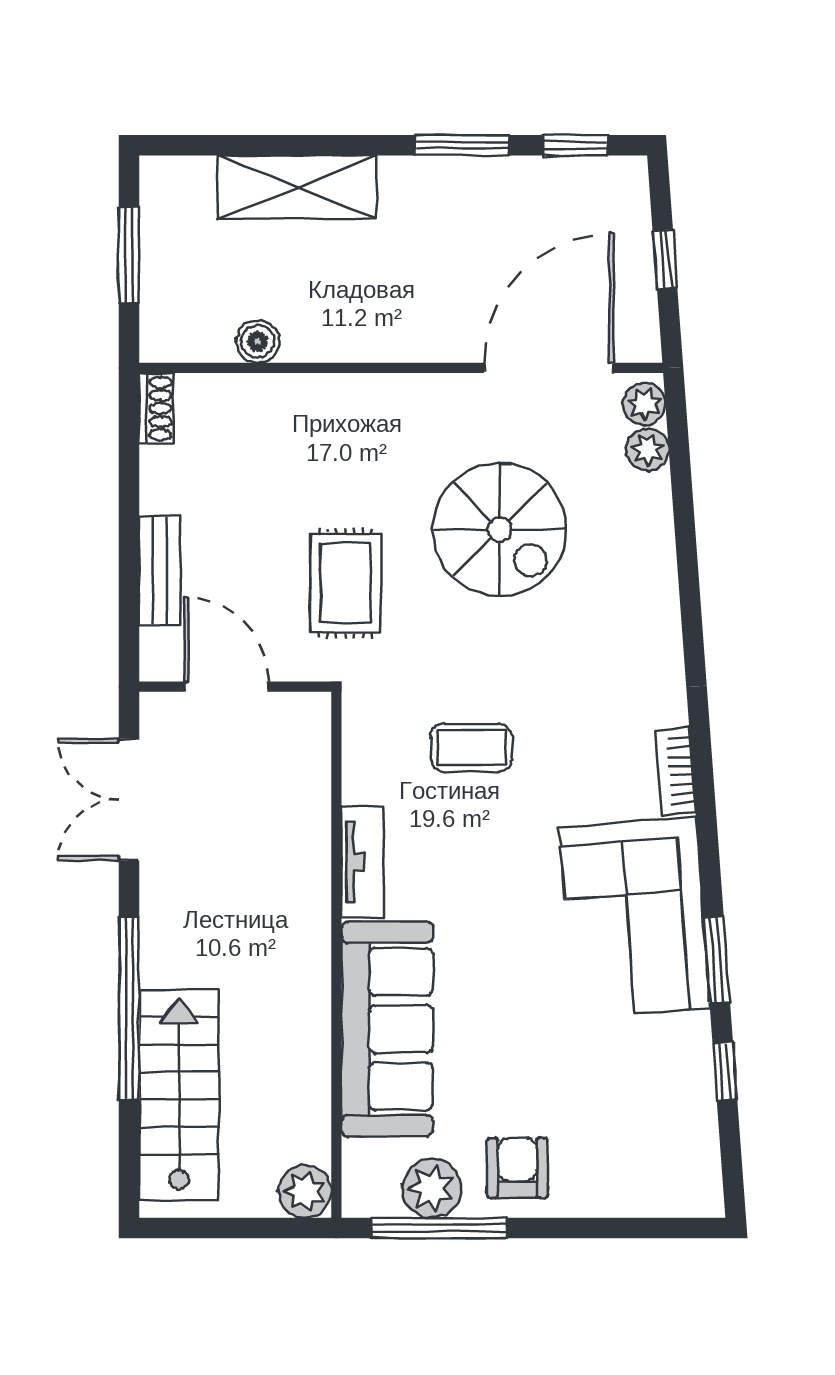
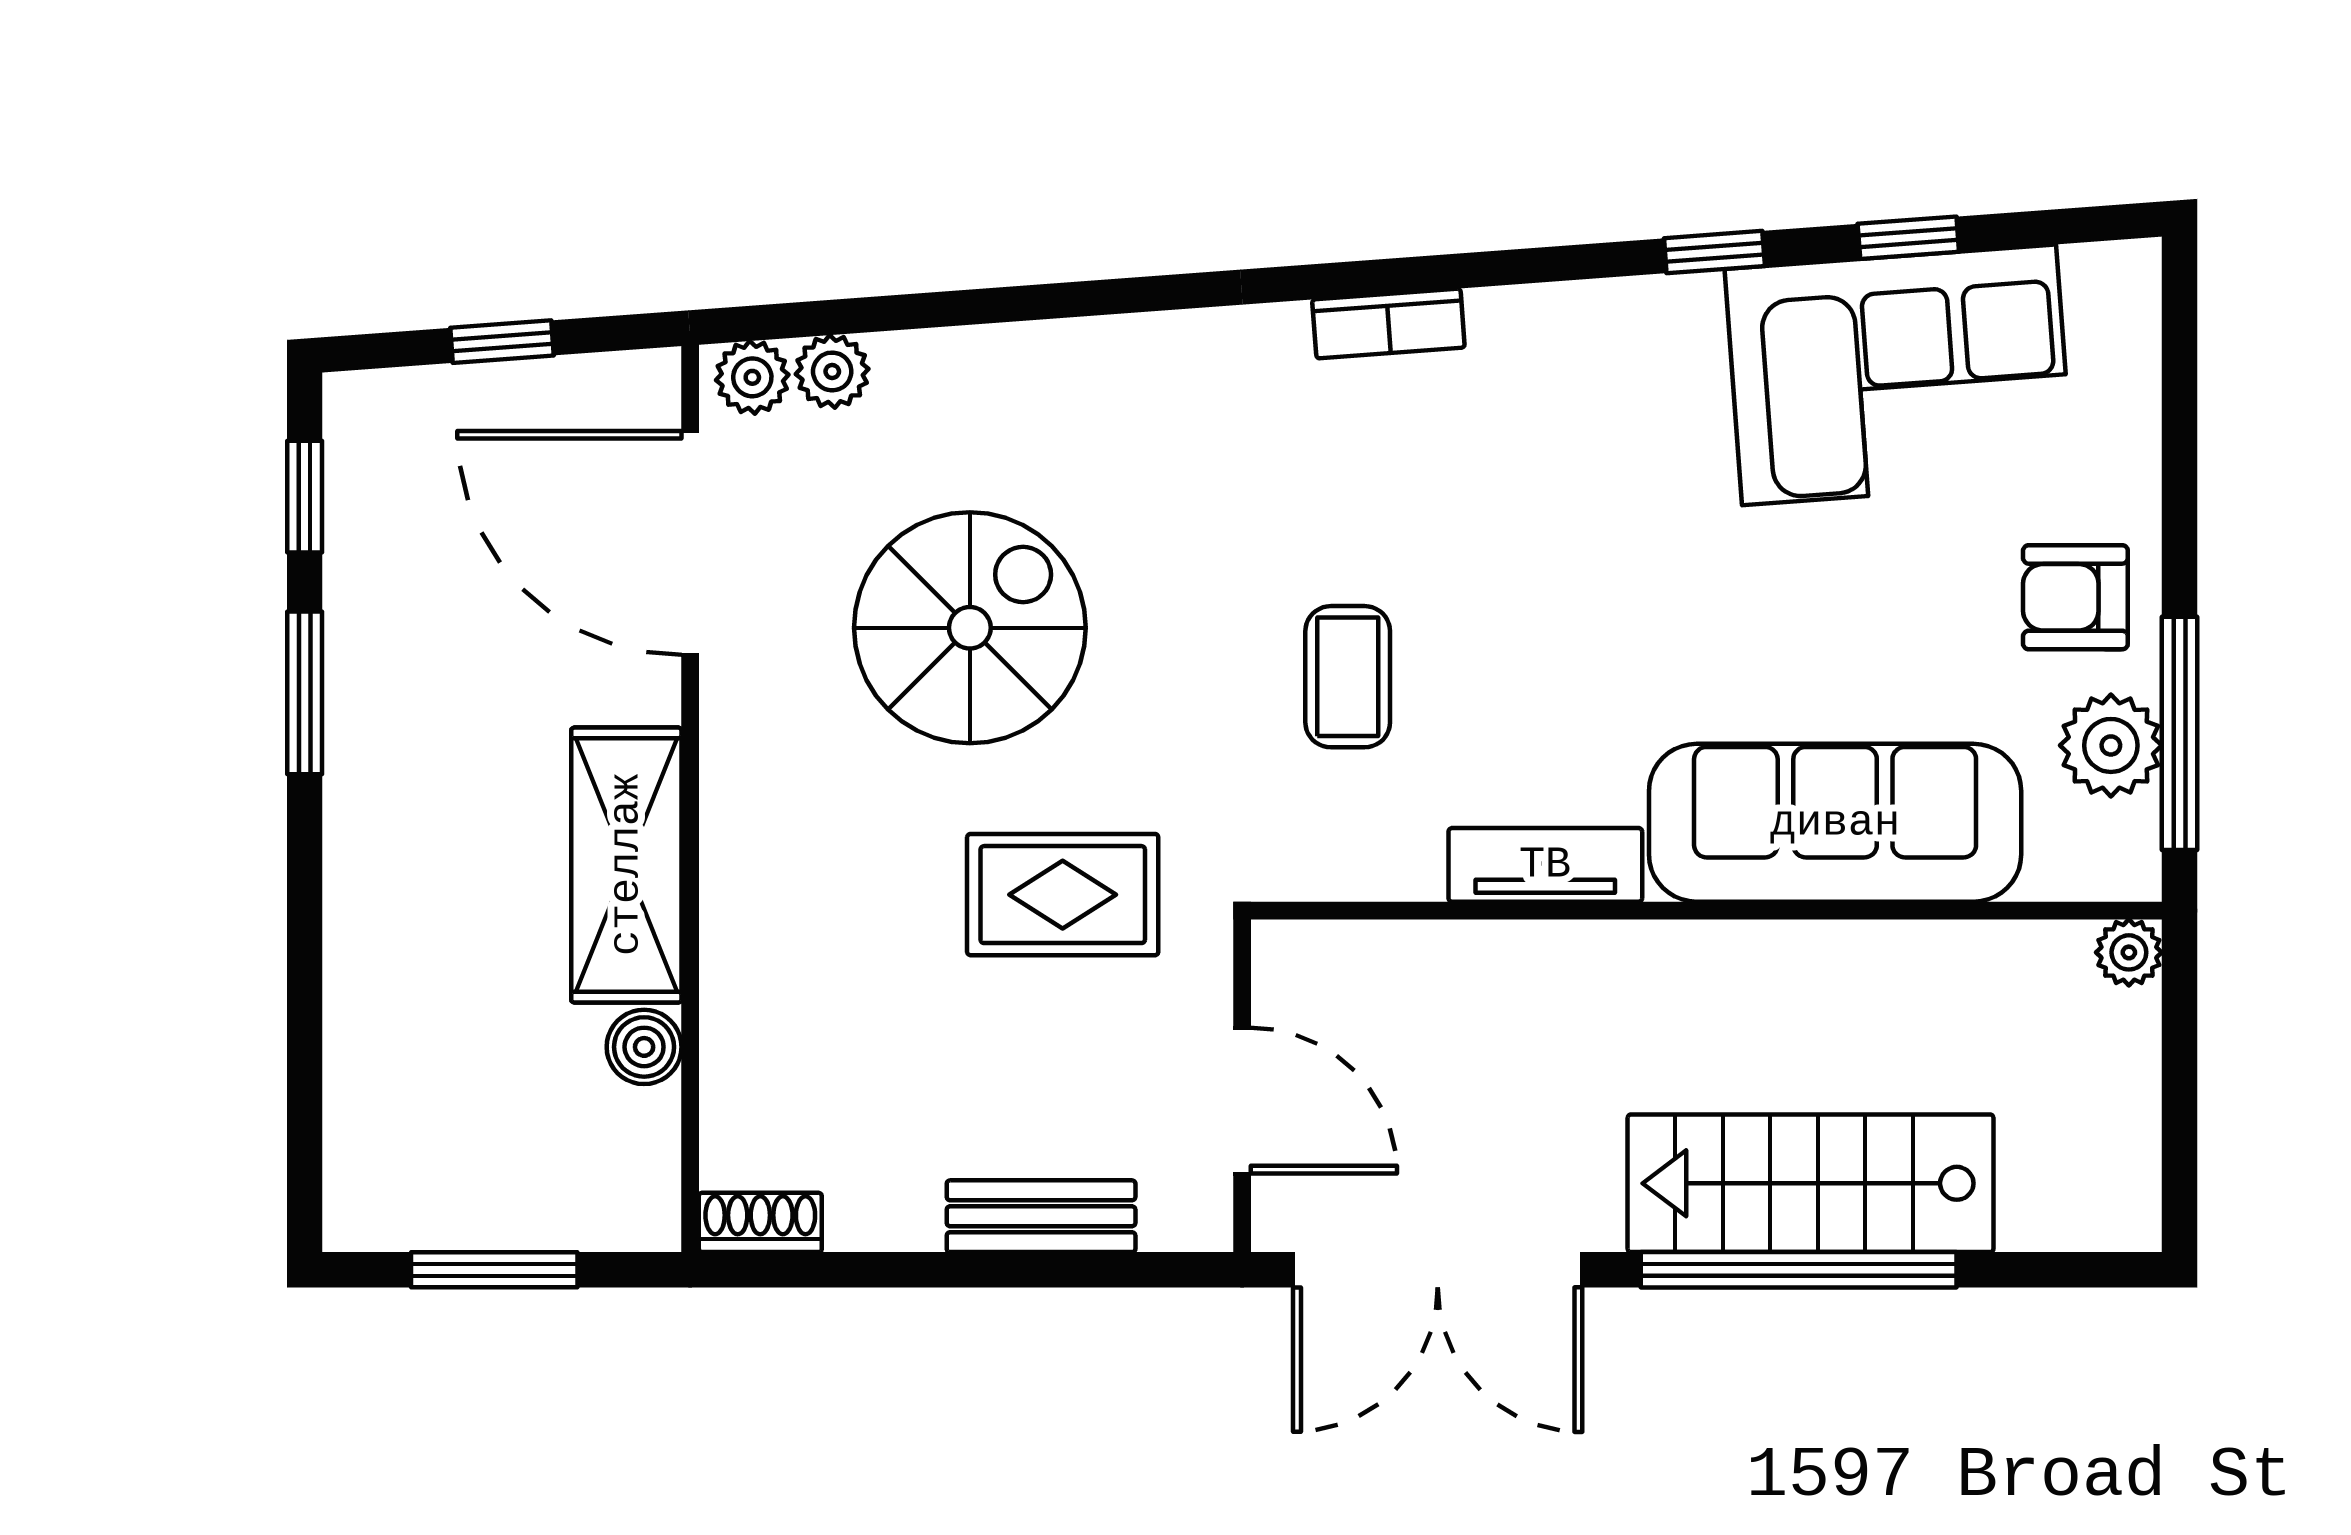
shelving: (297, 187) -> (626, 865), moved
door: (227, 687) -> (1242, 1101), swing flipped
double door: (129, 800) -> (1438, 1270), width x1.37
corner sofa: (635, 917) -> (1899, 375), moved
window: (717, 959) -> (1714, 252), width x0.67
stairs: (179, 1095) -> (1811, 1183), moved
plant: (305, 1192) -> (2129, 952), width x0.73, depth x0.73

